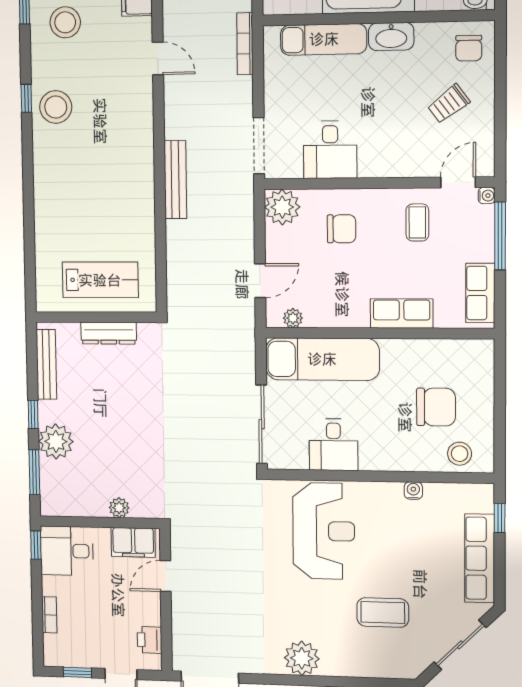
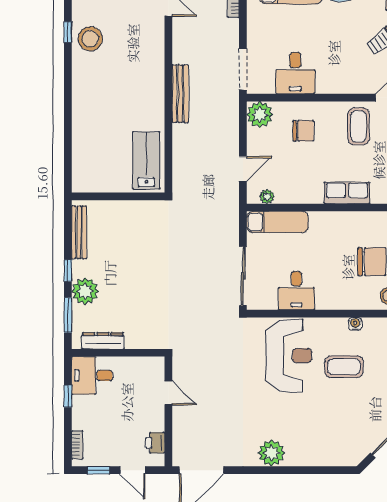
coffee table: (417, 222) -> (359, 126), width x1.36, depth x1.30
lab bench: (100, 280) -> (146, 160), moved, turned -90
dresser: (109, 333) -> (103, 341), moved, turned 180
exam couch: (322, 359) -> (277, 222), width x0.73, depth x0.69
plant: (119, 508) -> (133, 341), removed
filing cabinet: (133, 542) -> (144, 368), removed
window: (36, 545) -> (68, 396), moved
door: (166, 576) -> (168, 393), swing flipped
coffee table: (383, 612) -> (344, 367), moved
bookcase: (49, 615) -> (77, 445), moved

